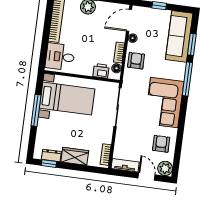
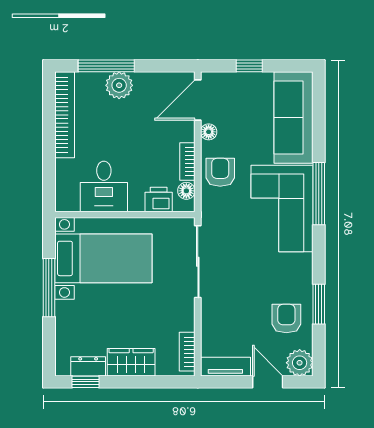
window: (192, 44) -> (319, 304), moved
desk: (60, 57) -> (104, 186), moved, turned -90
corner sofa: (164, 103) -> (282, 208), moved

